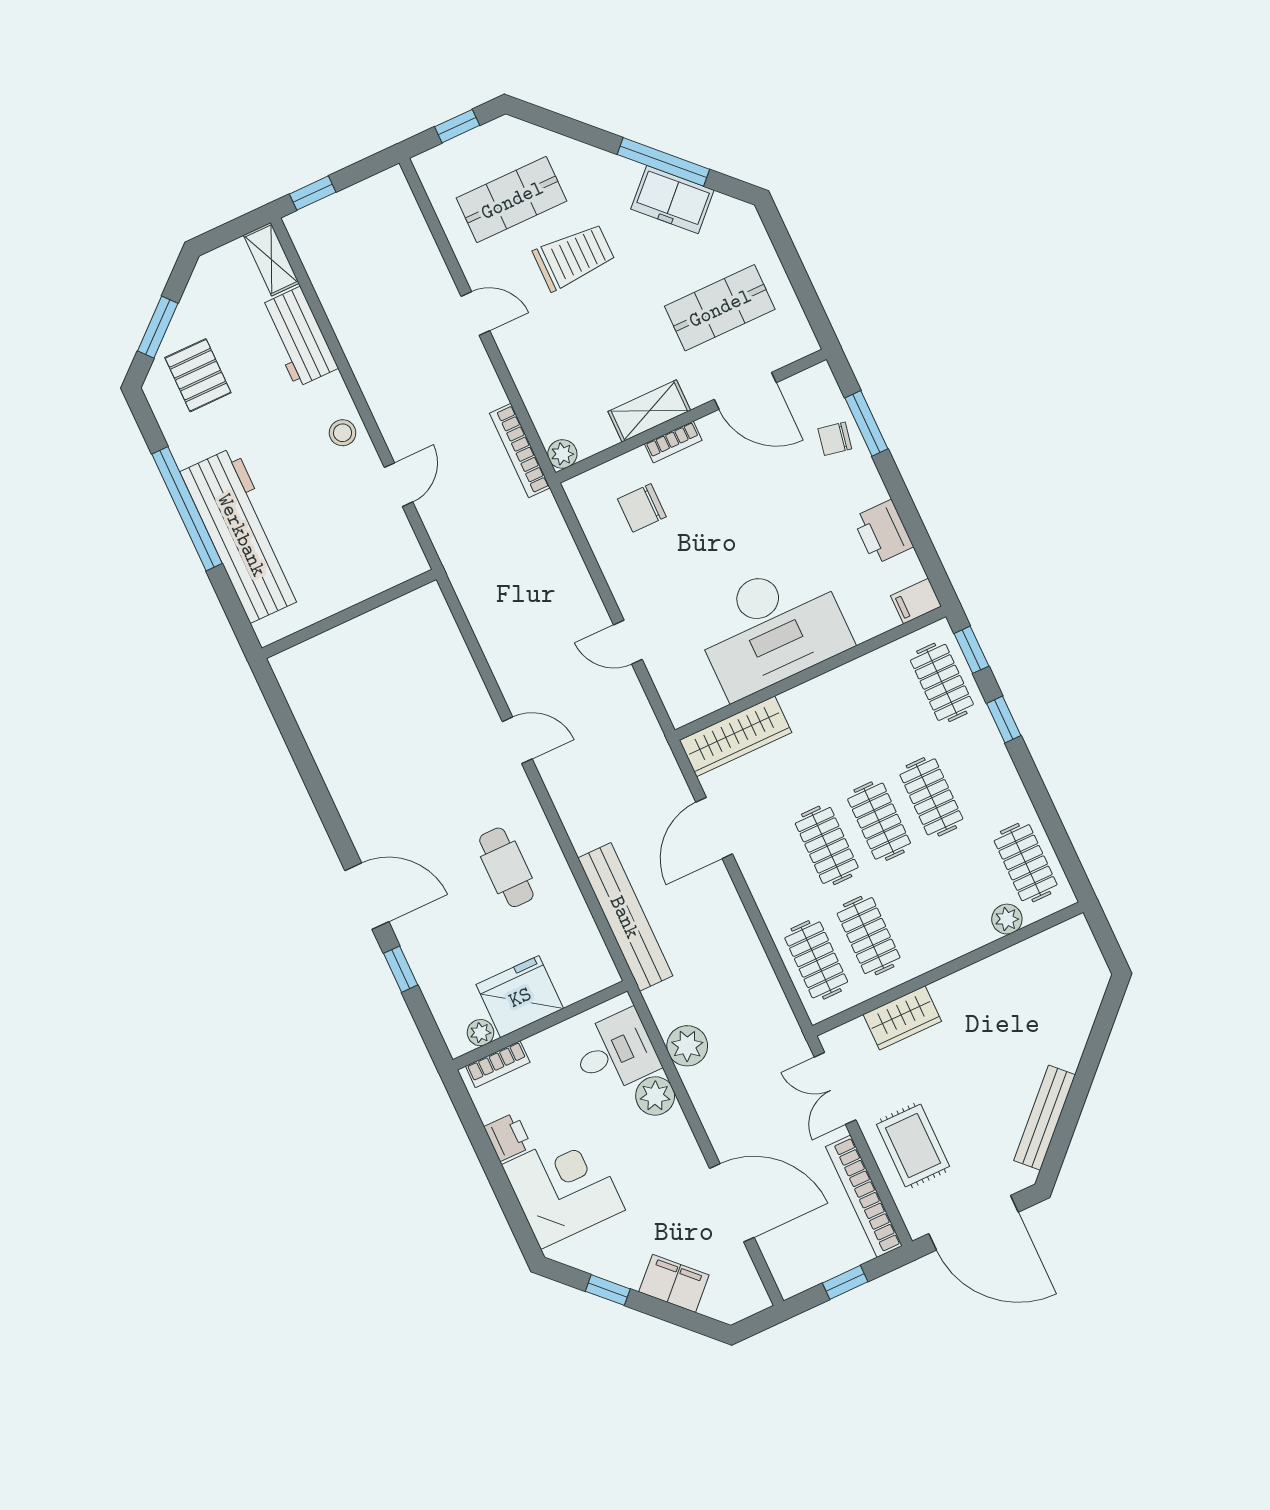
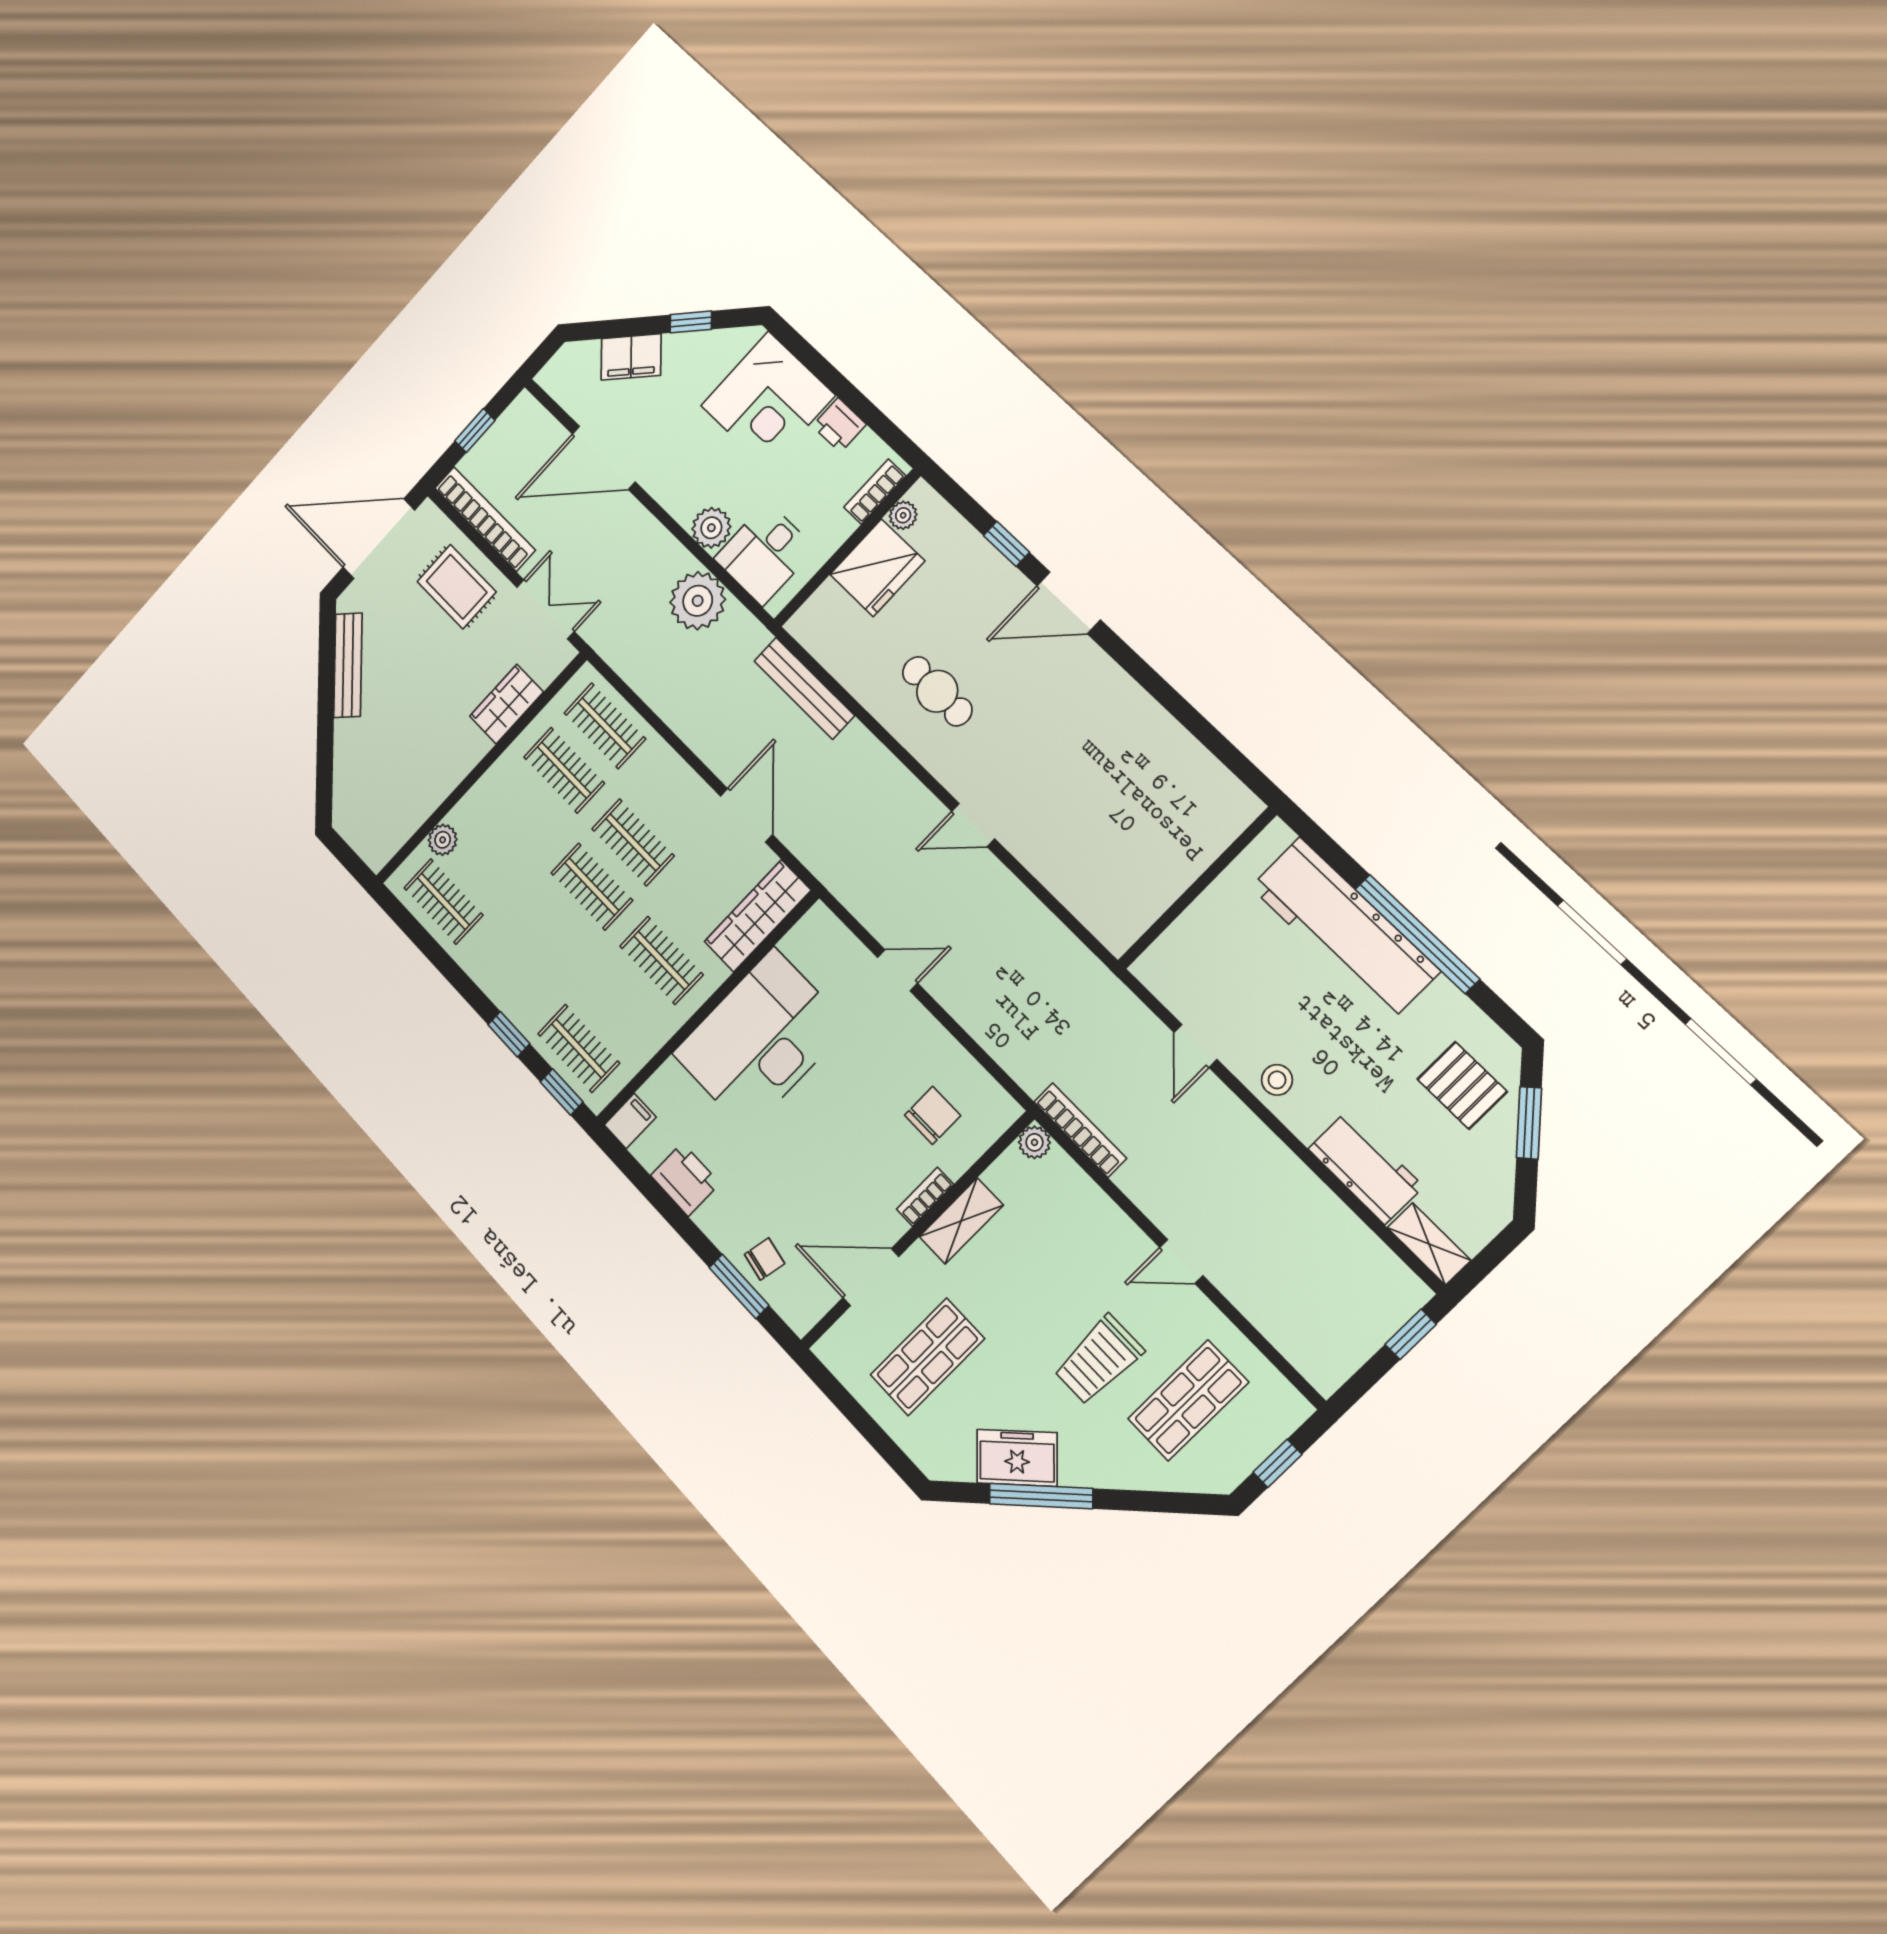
clothes rail: (931, 797) -> (661, 960), moved
bench: (625, 917) -> (804, 688), width x0.73, depth x0.82
plant: (687, 1046) -> (698, 601), width x1.36, depth x1.36

